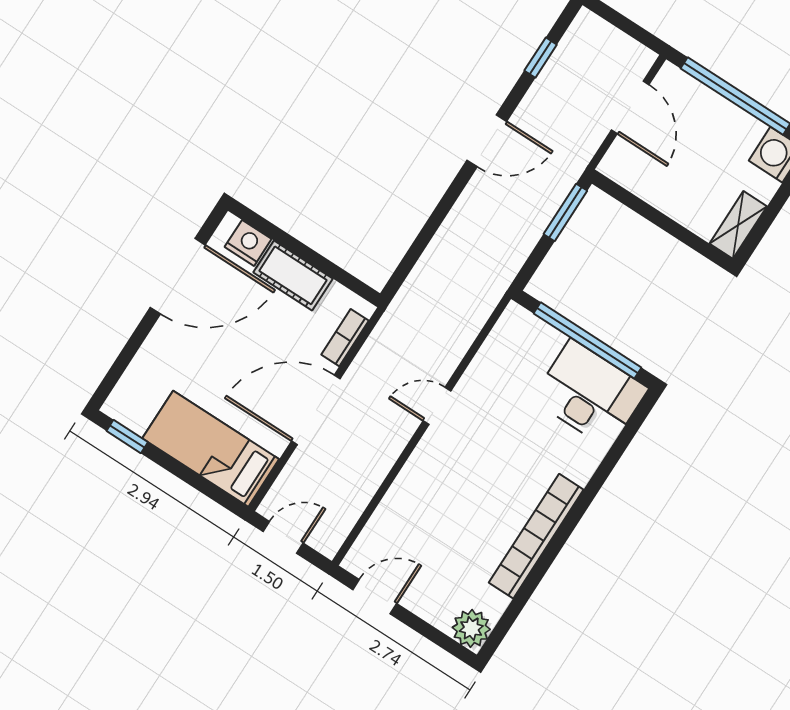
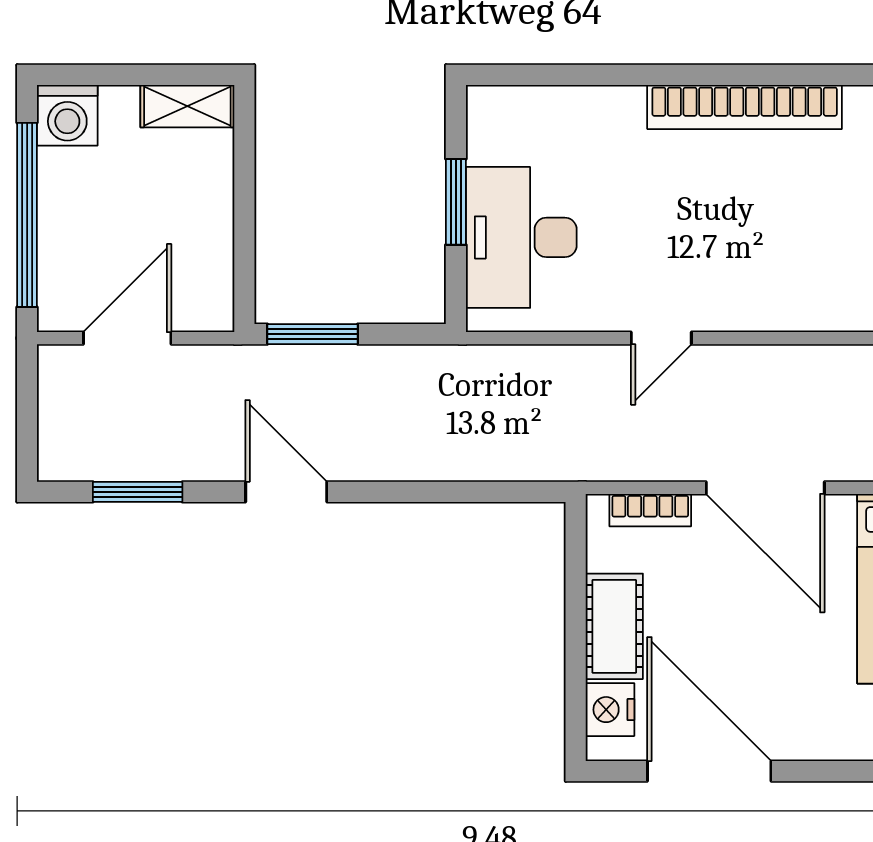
window: (541, 58) -> (138, 492), width x1.50
window: (587, 340) -> (456, 202), width x0.47
desk: (590, 394) -> (521, 237), moved
door: (437, 406) -> (661, 338), hinge flipped

